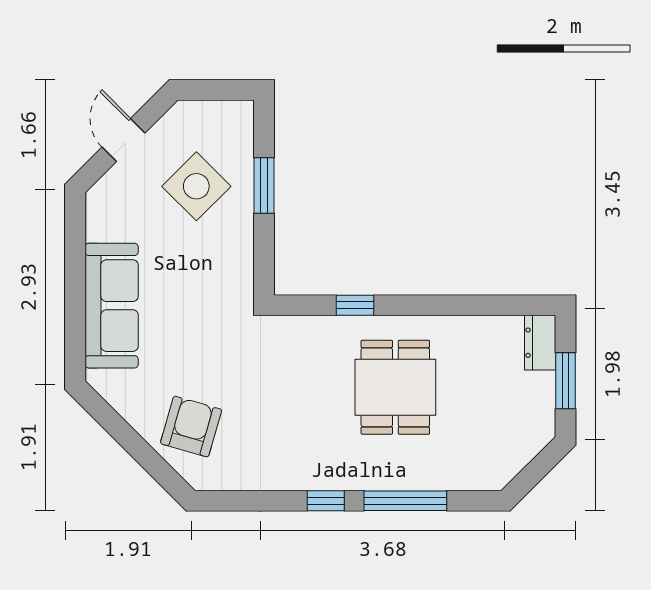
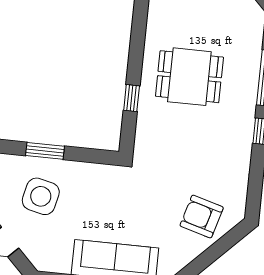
side table: (196, 186) -> (41, 196), turned -32

